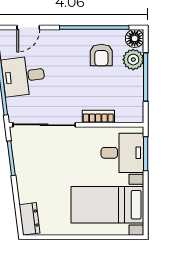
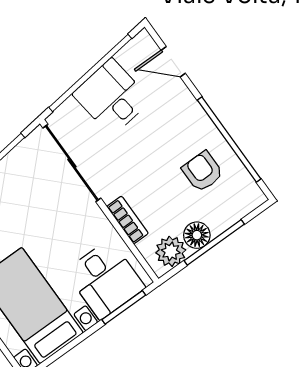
floor lamp: (135, 38) -> (197, 235), moved
armchair: (101, 55) -> (203, 171), turned 90
plant: (133, 60) -> (171, 251), moved

